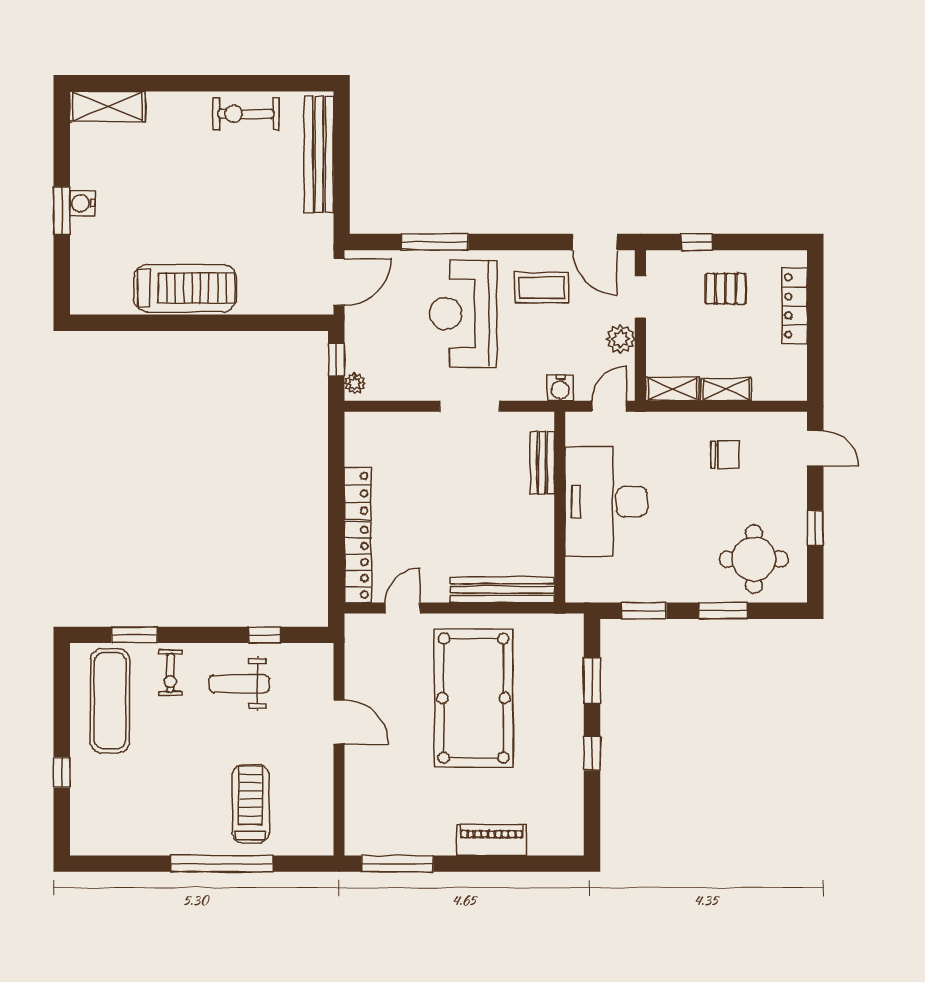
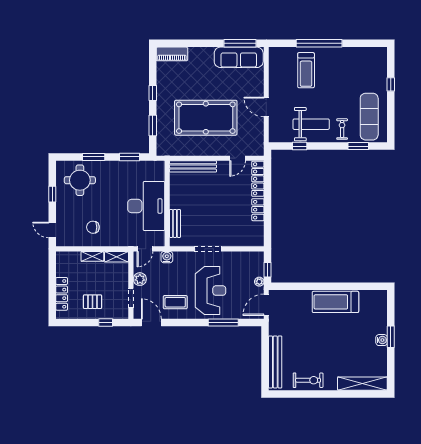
shelving: (108, 106) -> (362, 384), width x1.47
plant: (355, 383) -> (259, 282), moved
weight bench: (239, 684) -> (311, 124), width x1.36, depth x1.33
pool table: (474, 698) -> (206, 118), turned 90
sofa: (400, 833) -> (239, 57), added
piano: (491, 840) -> (172, 54), moved

